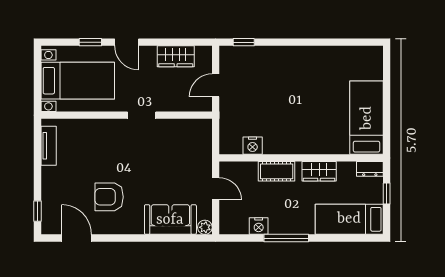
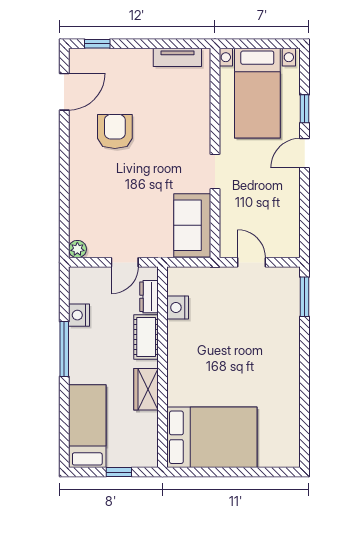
window: (244, 42) -> (305, 297), width x1.50
wardrobe: (176, 56) -> (287, 213), removed
bed: (367, 118) -> (212, 437), width x1.50
dresser: (370, 169) -> (149, 297), moved
sofa: (170, 220) -> (192, 225), moved, turned 180

